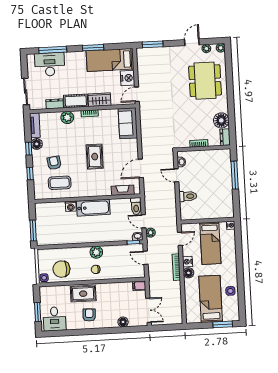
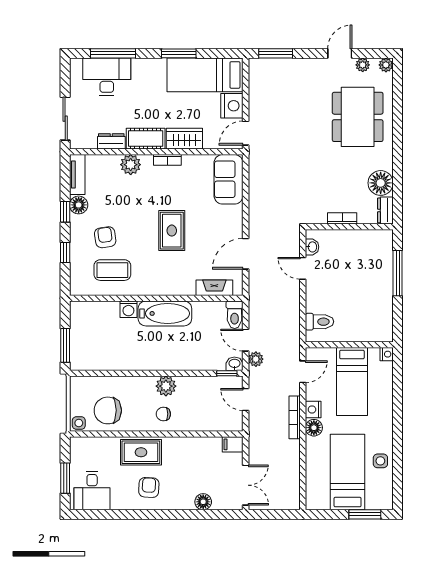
toilet: (188, 196) -> (320, 322), moved

